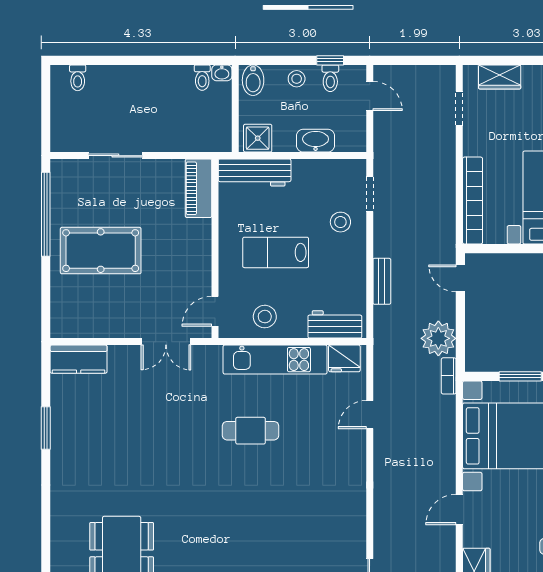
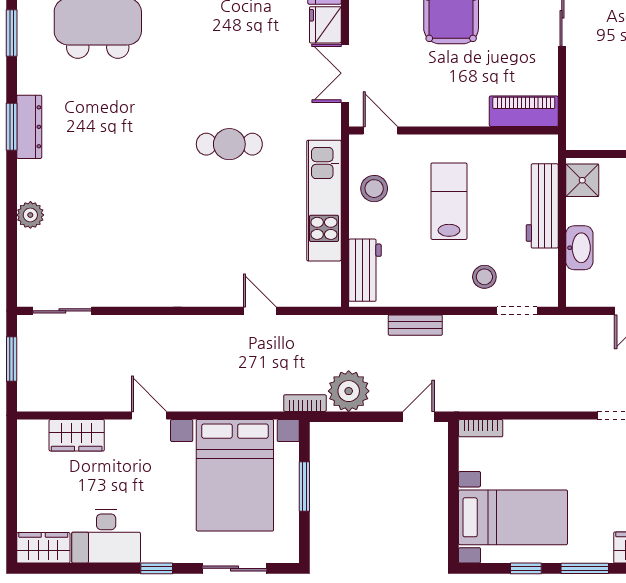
workbench: (255, 173) -> (542, 206), moved
bookcase: (473, 201) -> (481, 428), width x0.43, depth x0.76
fridge: (344, 358) -> (325, 25), moved
cafe table: (251, 431) -> (229, 144), moved, turned 90

